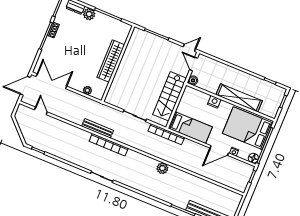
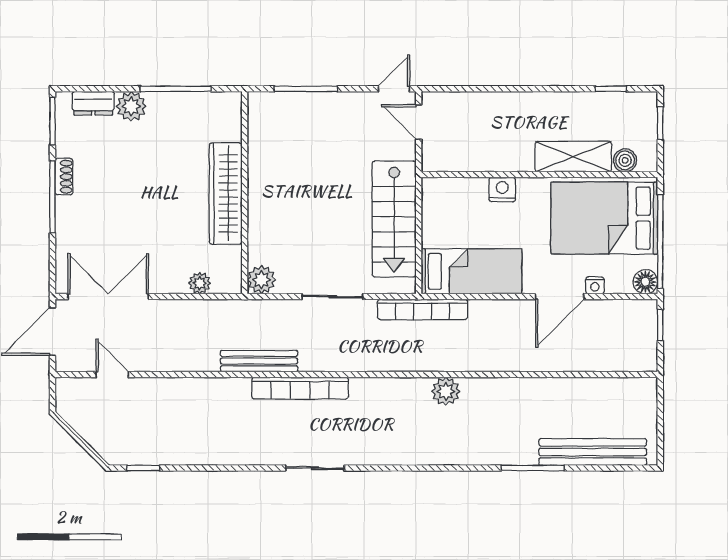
boiler: (193, 80) -> (625, 160), moved
shelving: (239, 98) -> (573, 157), width x0.68
plant: (111, 99) -> (261, 280), added

